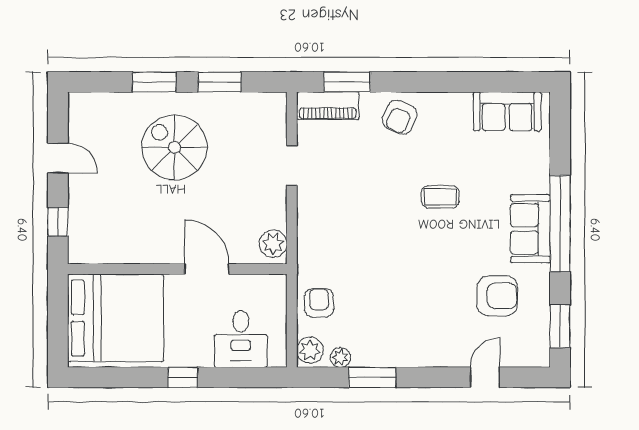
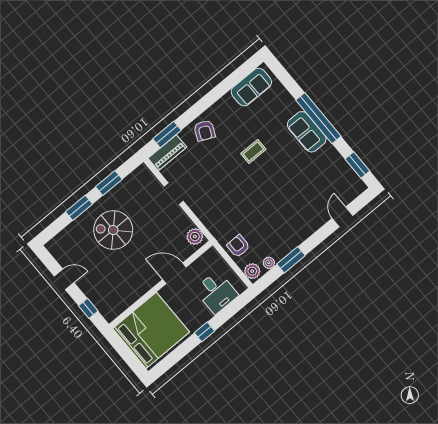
armchair: (497, 296) -> (317, 175), removed

